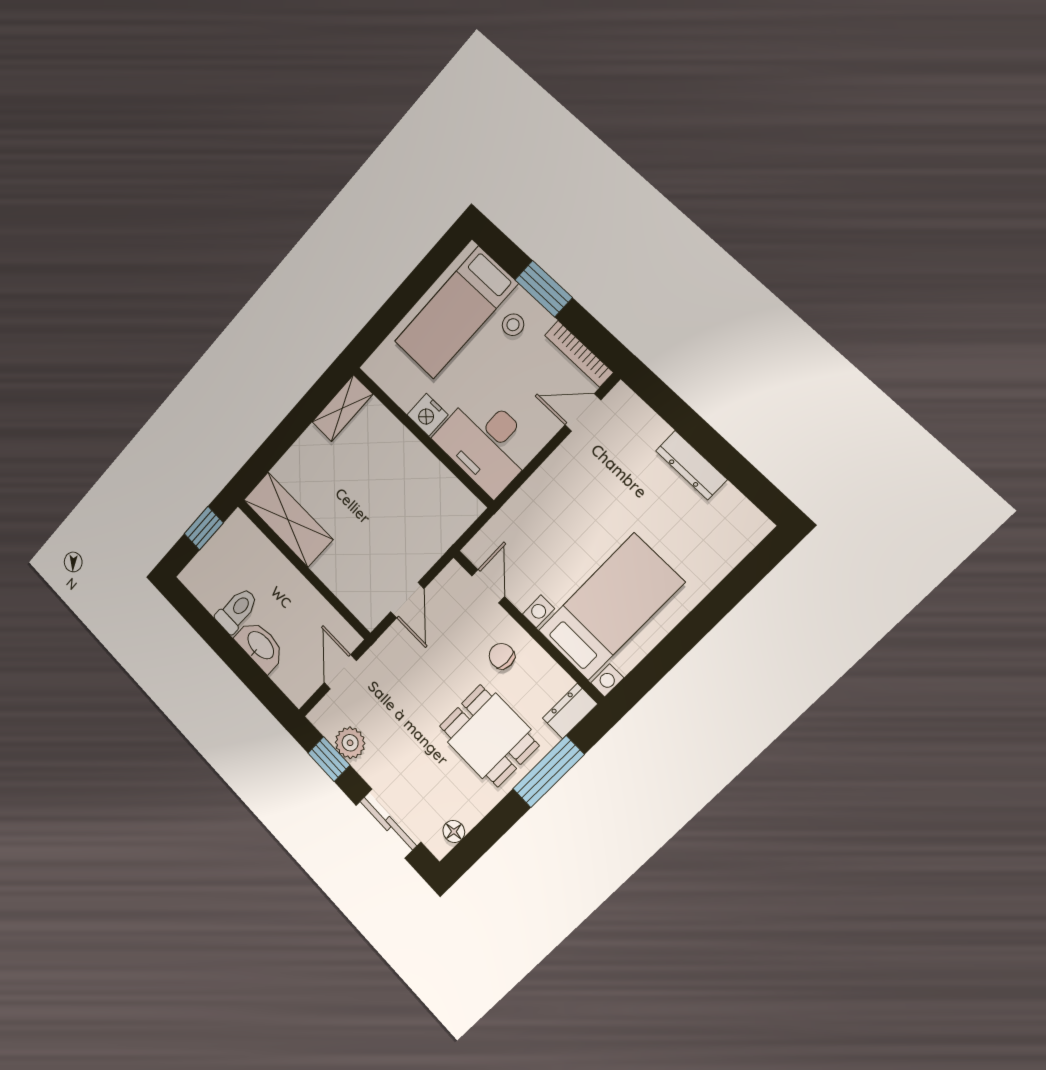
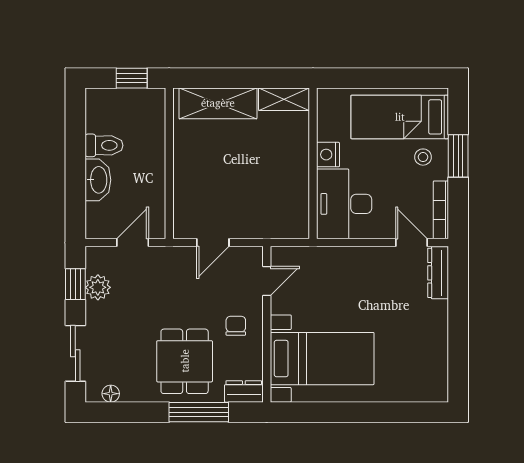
dresser: (691, 465) -> (438, 273), moved
shelving: (288, 520) -> (218, 103), moved, turned 90

